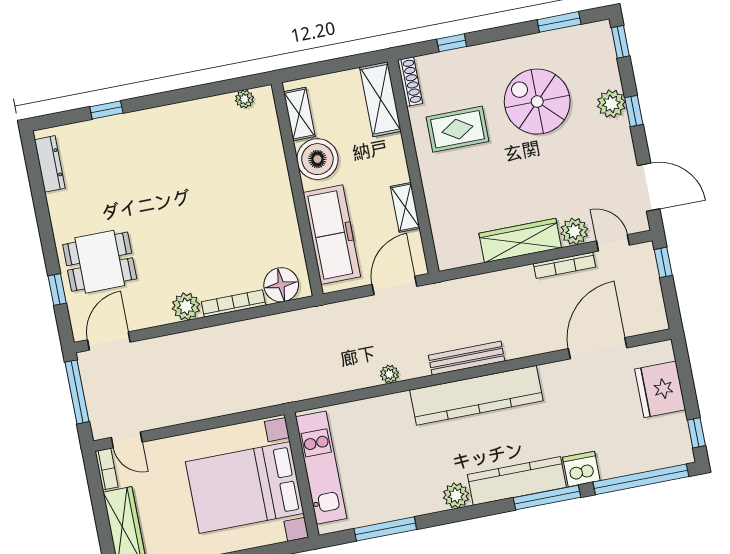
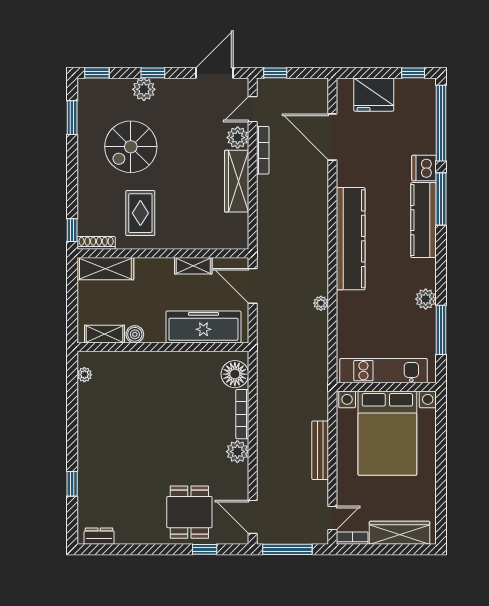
window: (452, 43) -> (72, 230), moved
boiler: (317, 159) -> (135, 334), width x0.54, depth x0.54
dresser: (50, 164) -> (99, 536), width x0.70
bench: (467, 358) -> (320, 450), moved
plant: (456, 496) -> (426, 299), moved

